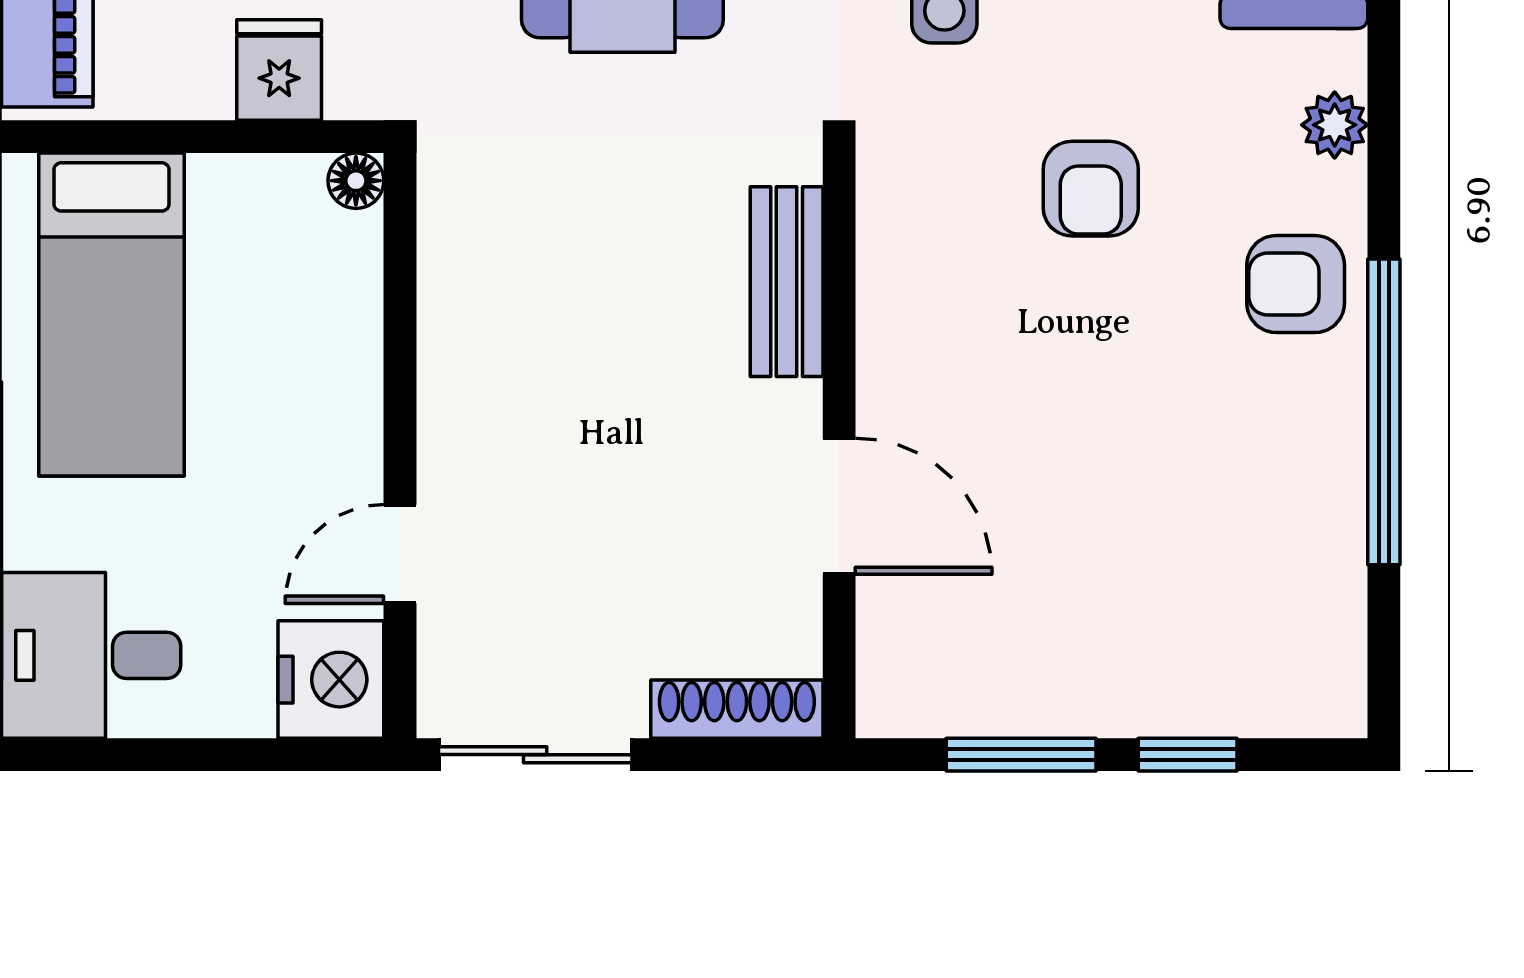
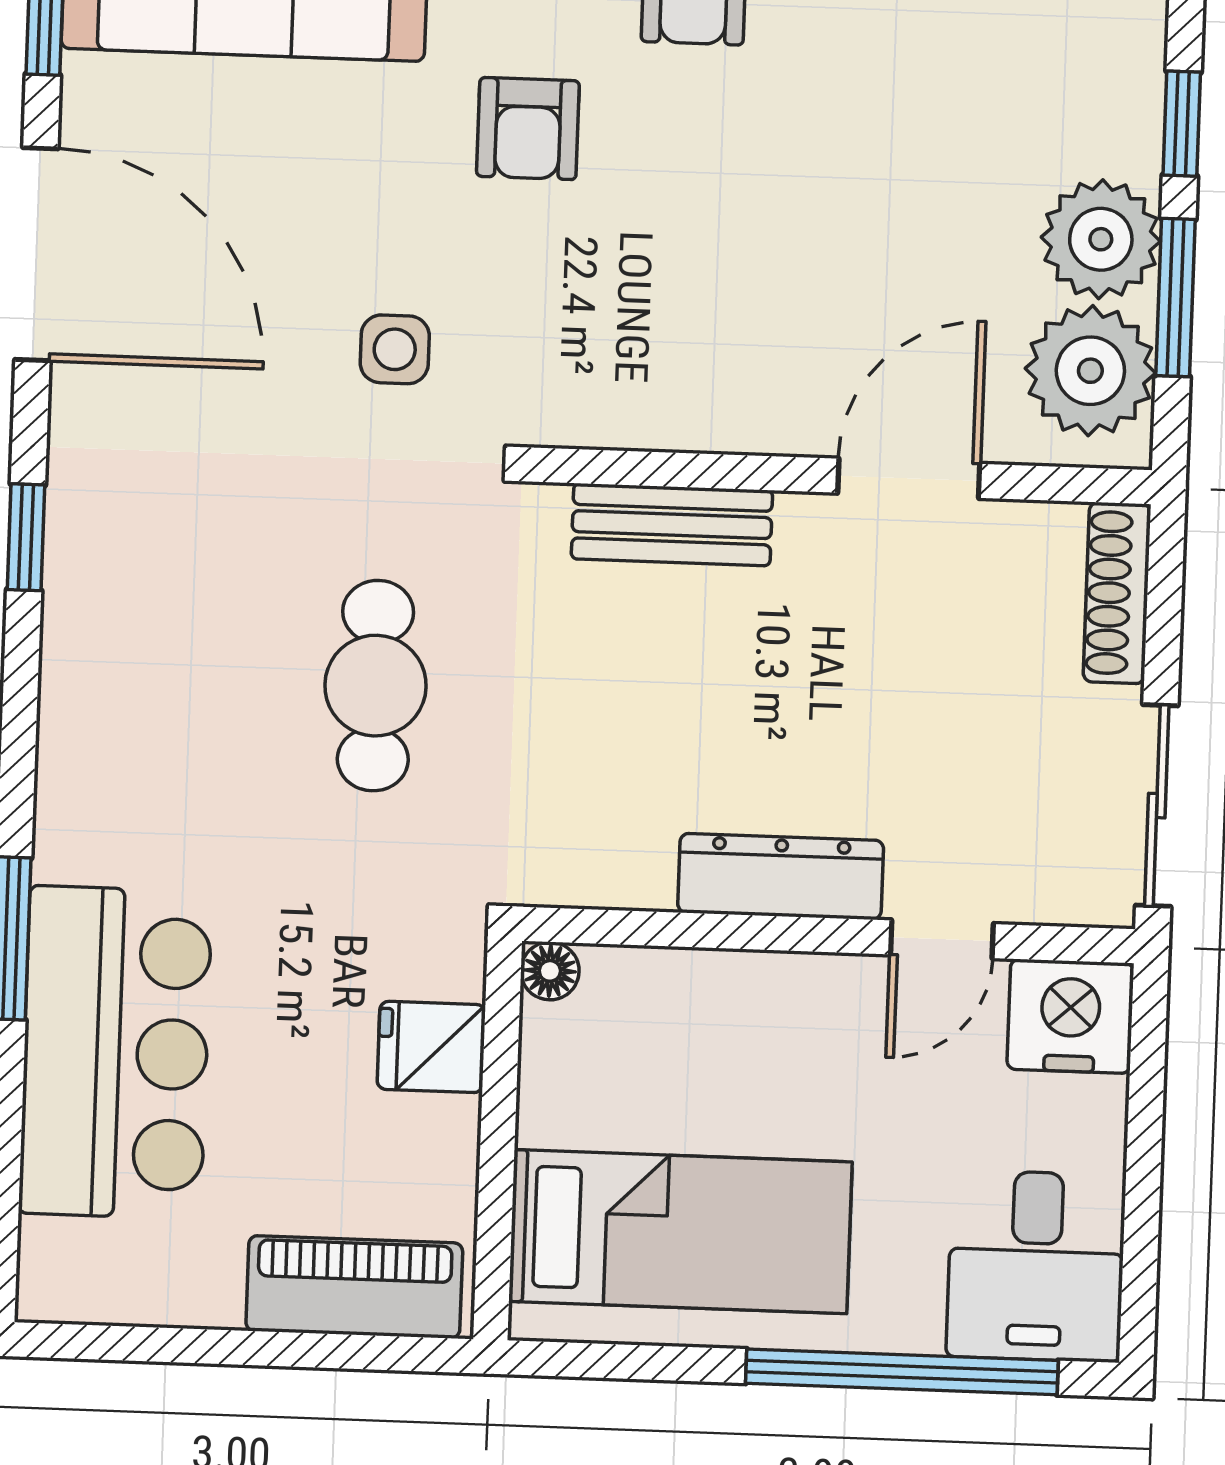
armchair: (1091, 189) -> (528, 129), moved, turned 90
dresser: (454, 398) -> (781, 876), added
door: (400, 554) -> (942, 939), hinge flipped
plant: (948, 676) -> (1090, 371), added
plant: (1074, 681) -> (1101, 239), added

